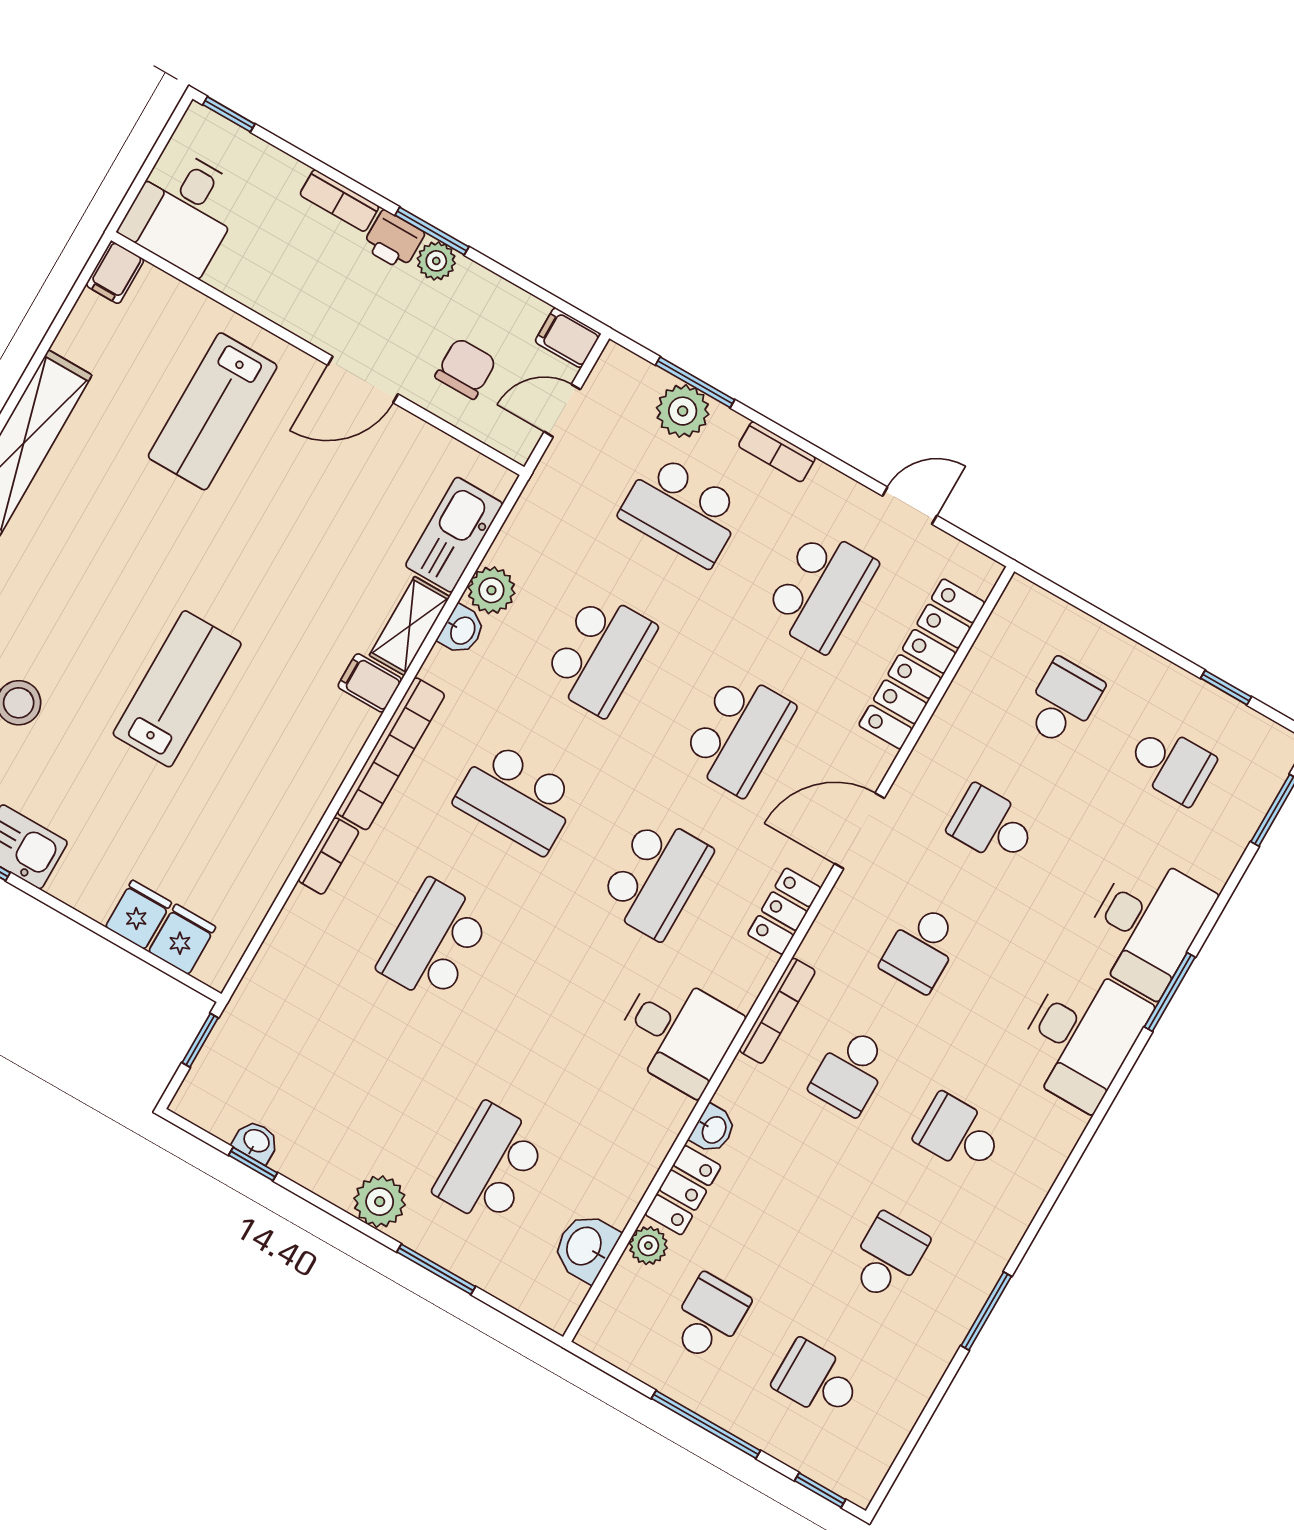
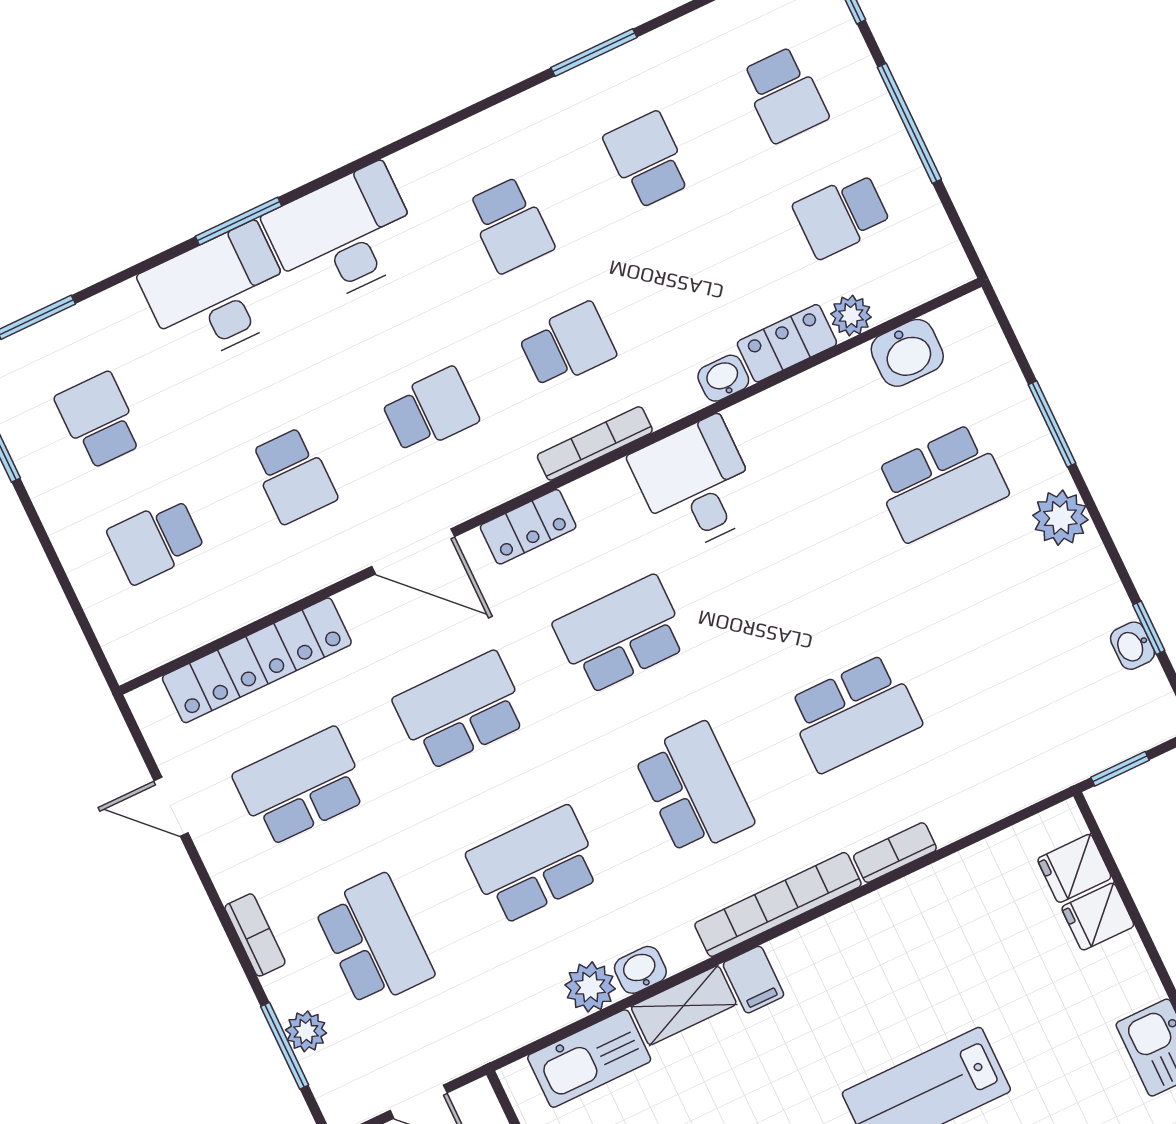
plant: (683, 411) -> (306, 1031), width x0.73, depth x0.73
school desk: (888, 1257) -> (647, 160), turned 90

